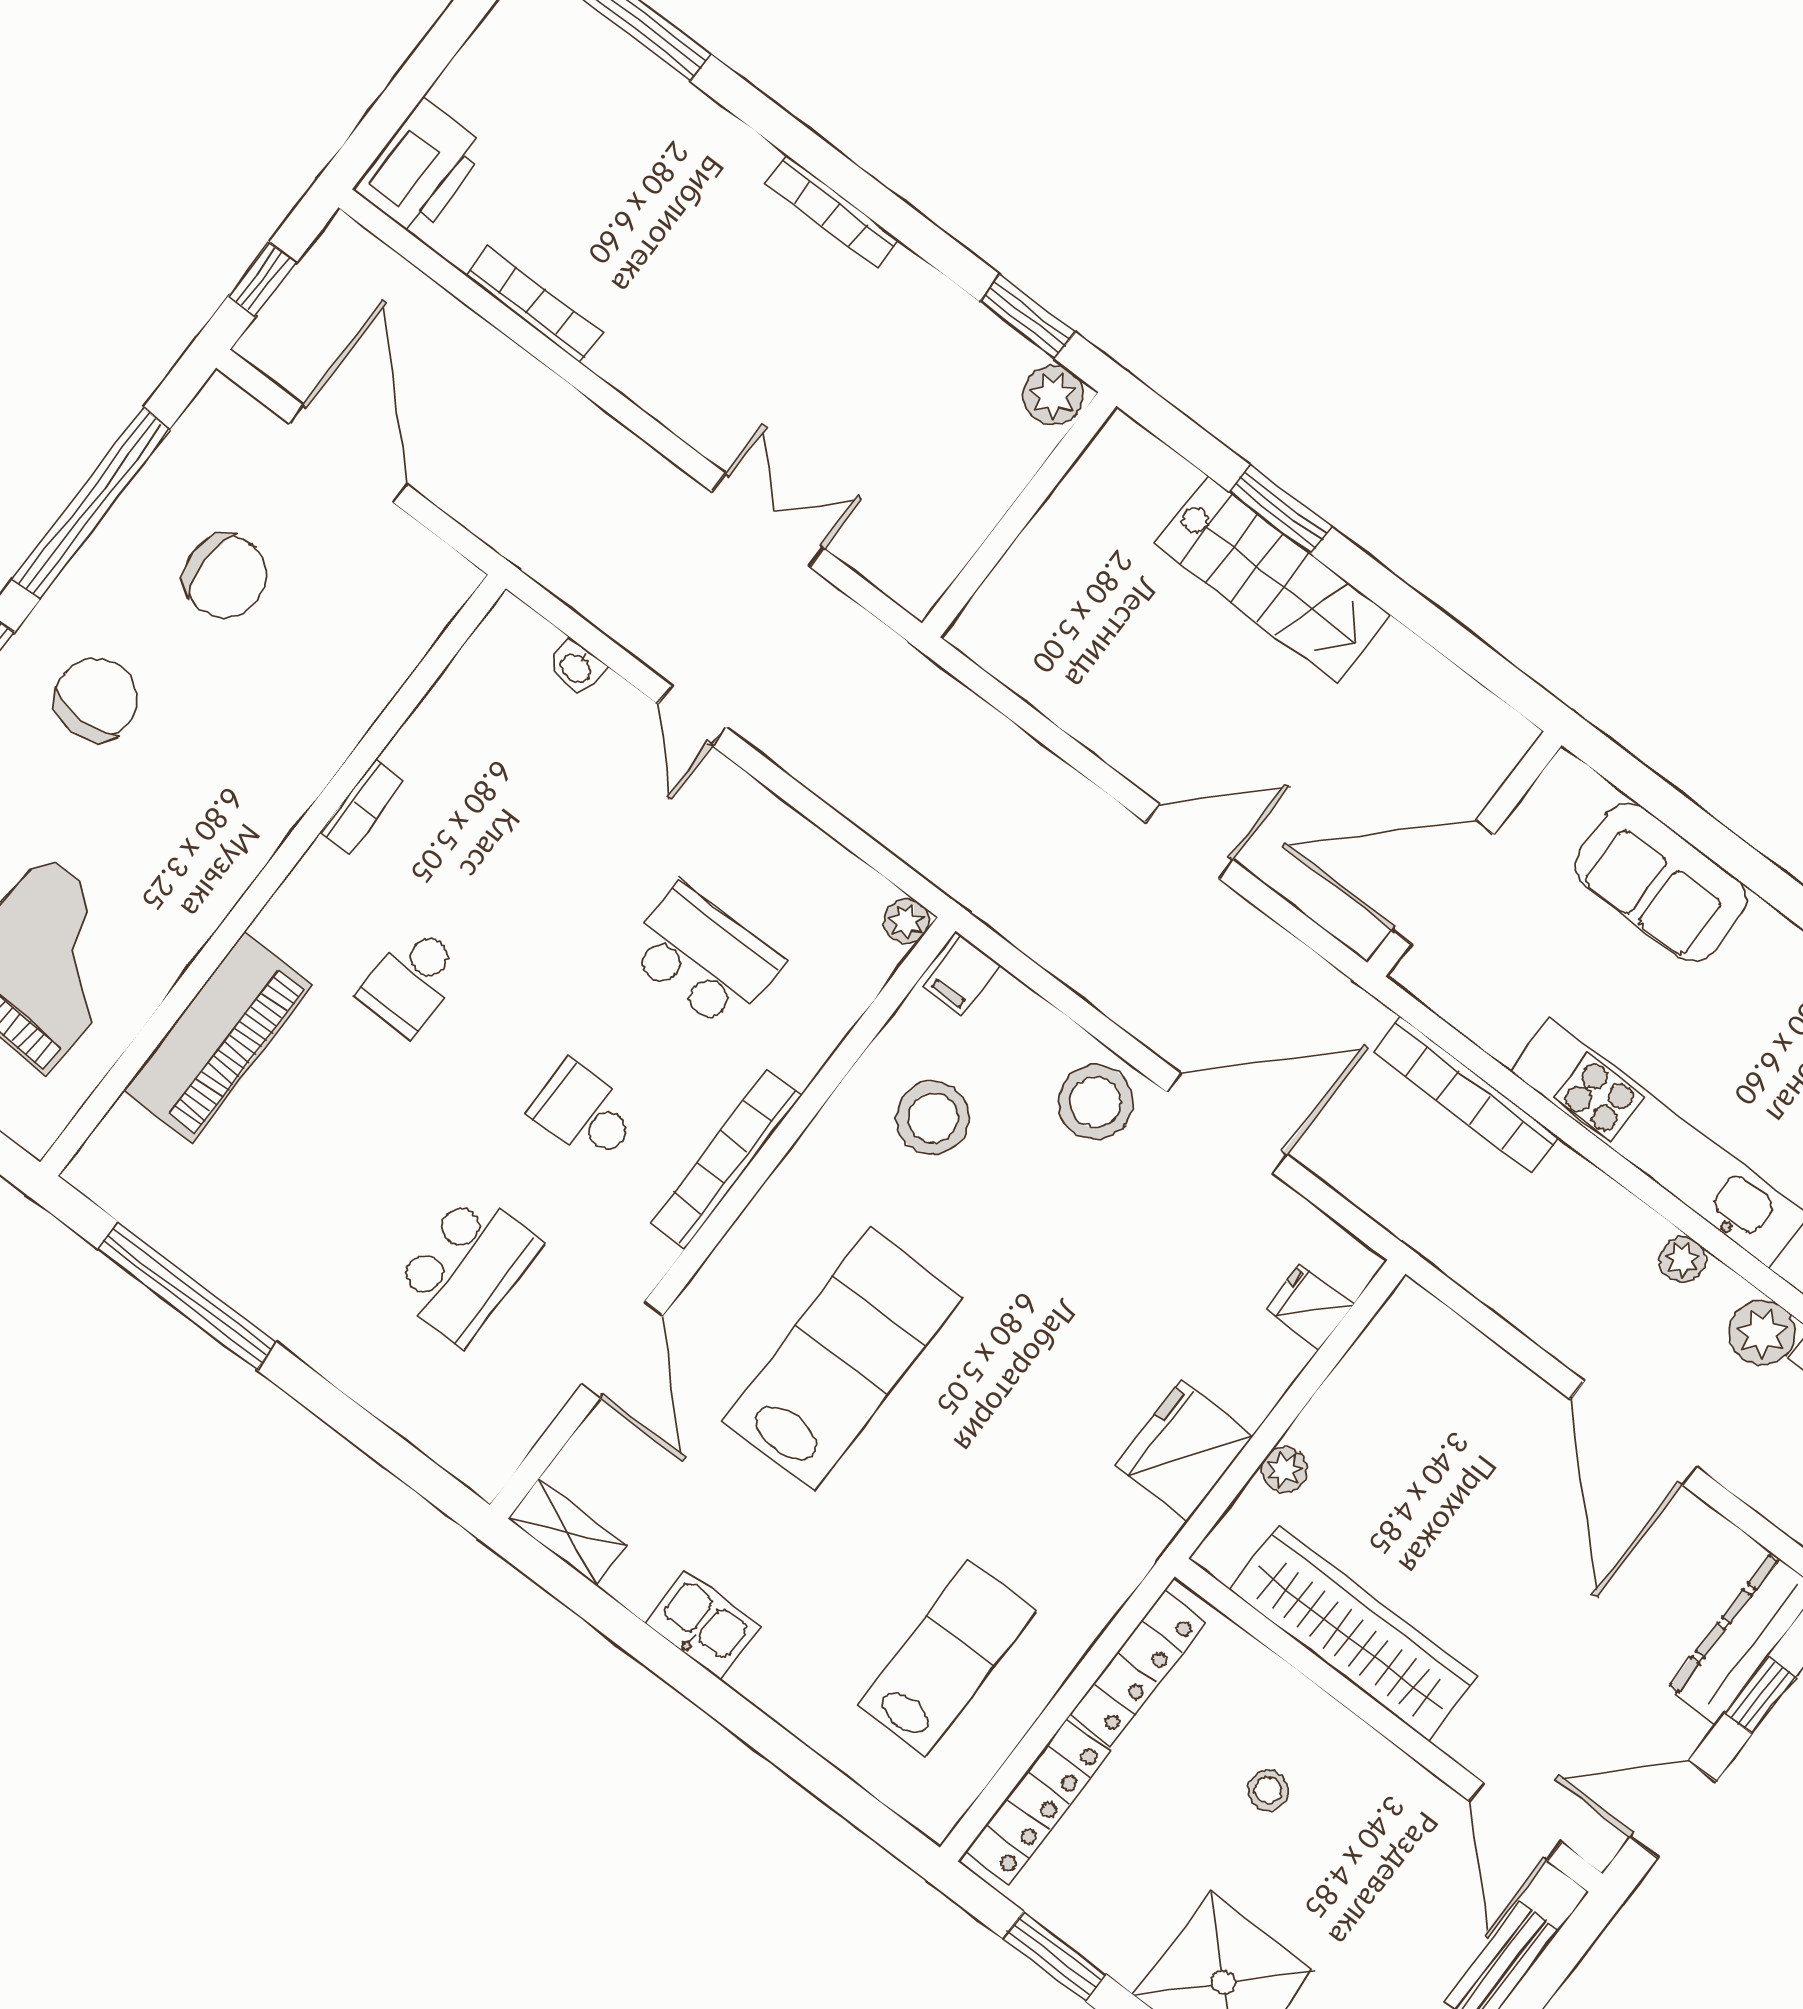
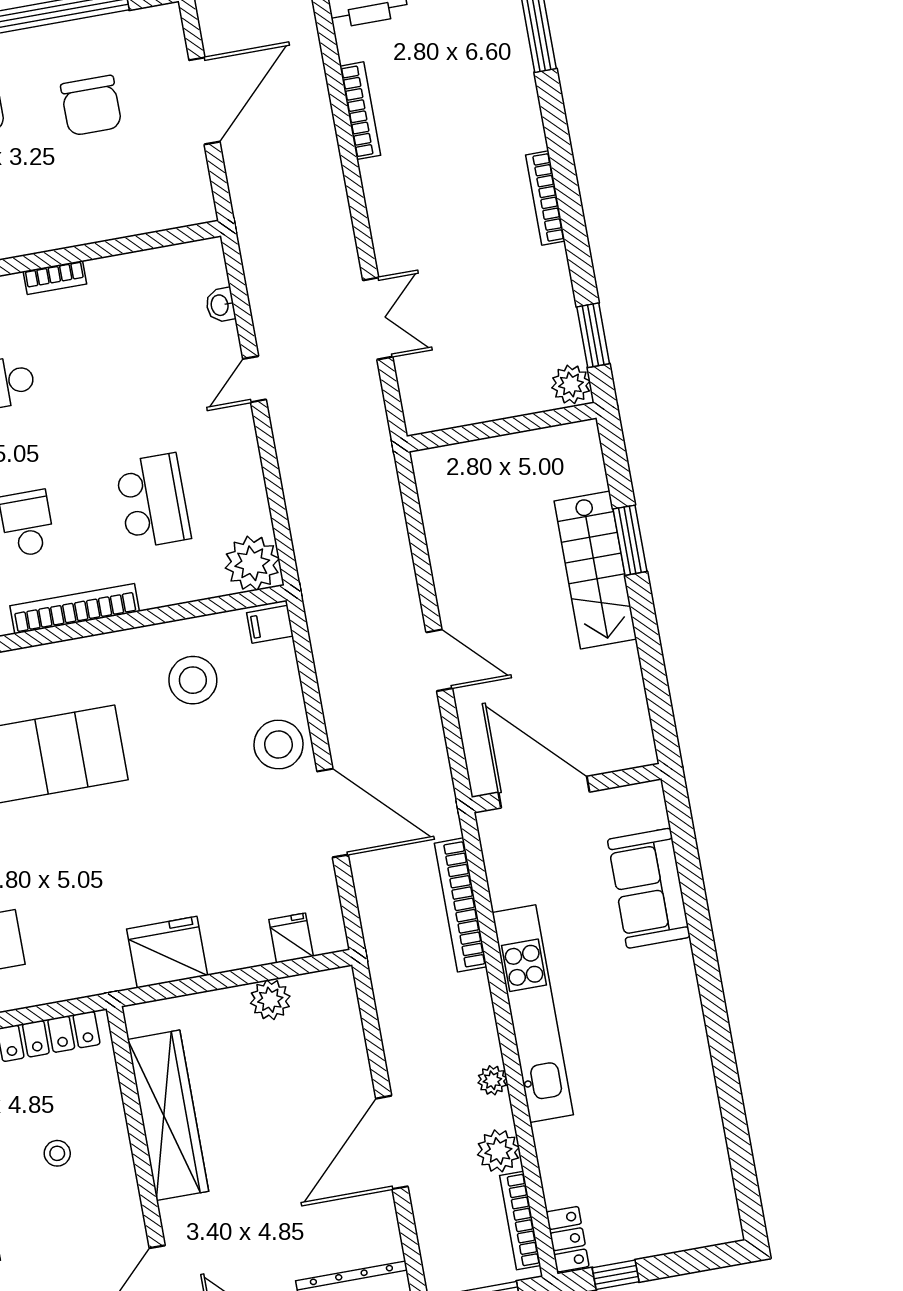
plant: (906, 921) -> (252, 563), width x1.88, depth x1.88
plant: (1284, 1469) -> (270, 1000), moved, width x1.38, depth x1.38

